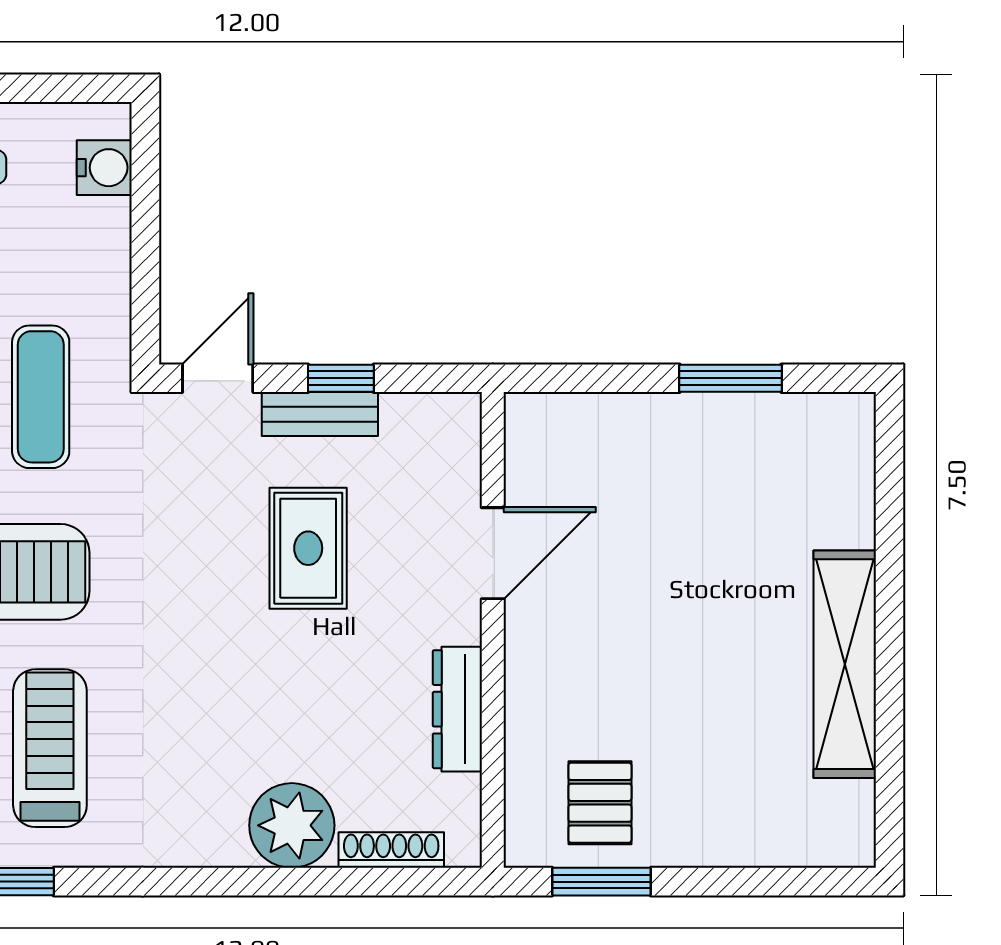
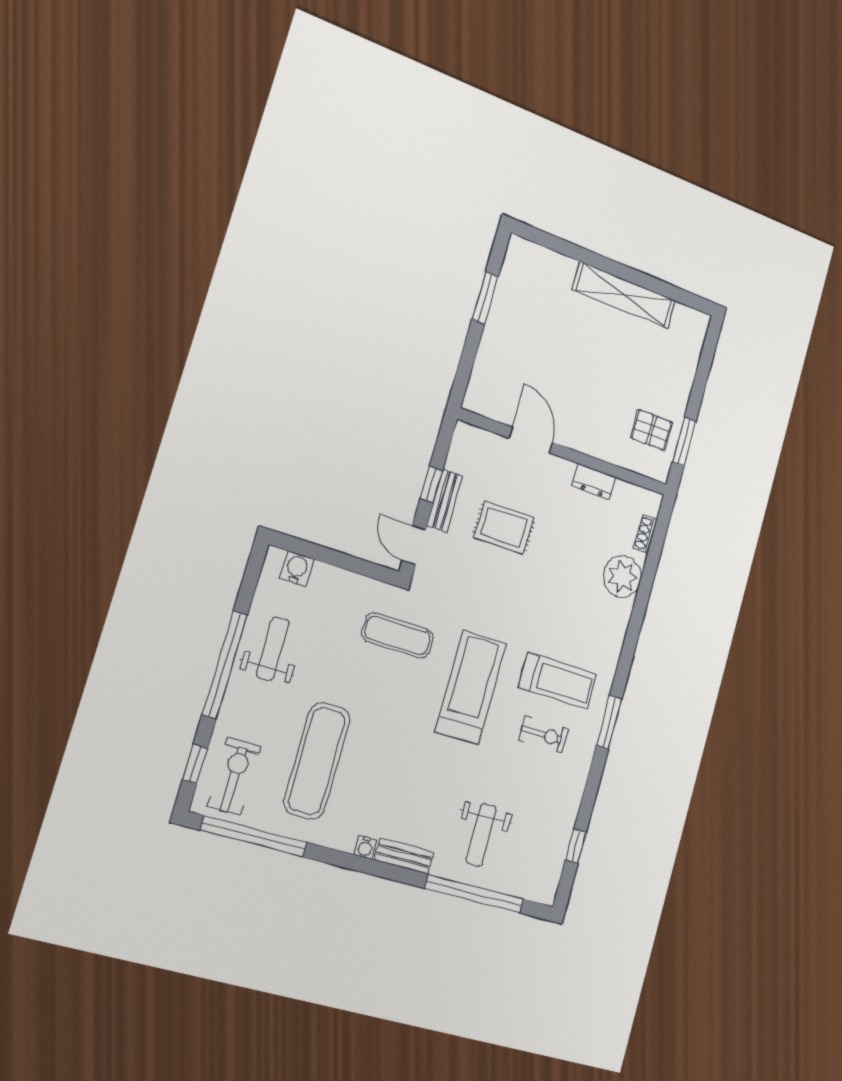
dresser: (457, 709) -> (594, 482), width x0.70
treadmill: (50, 748) -> (558, 681), turned 180
shoe rack: (391, 850) -> (645, 534), width x0.70

